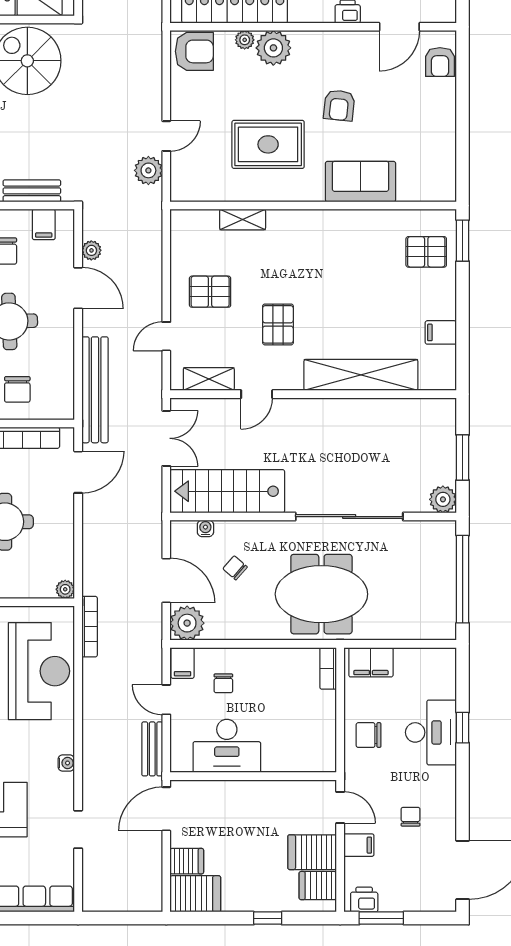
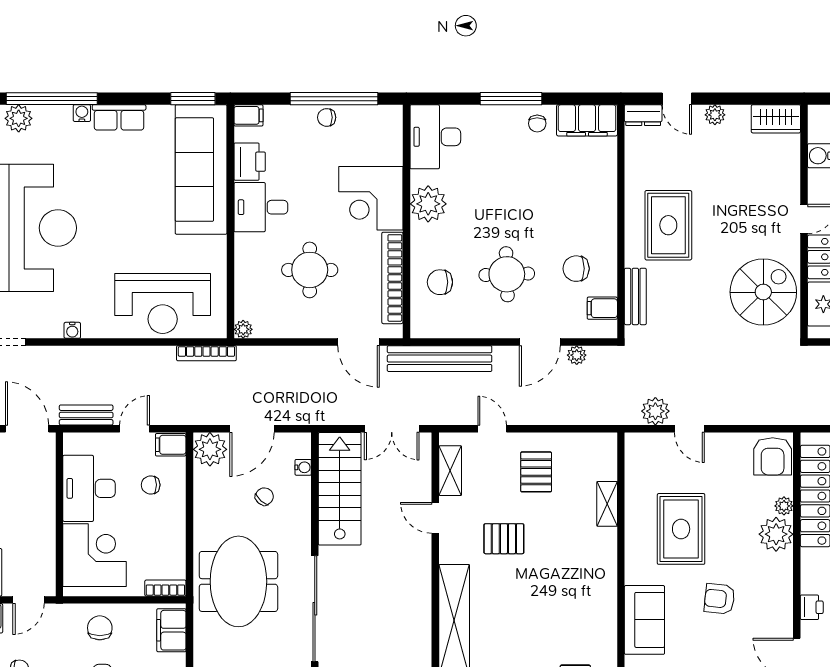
corner desk: (295, 740) -> (95, 555), added

